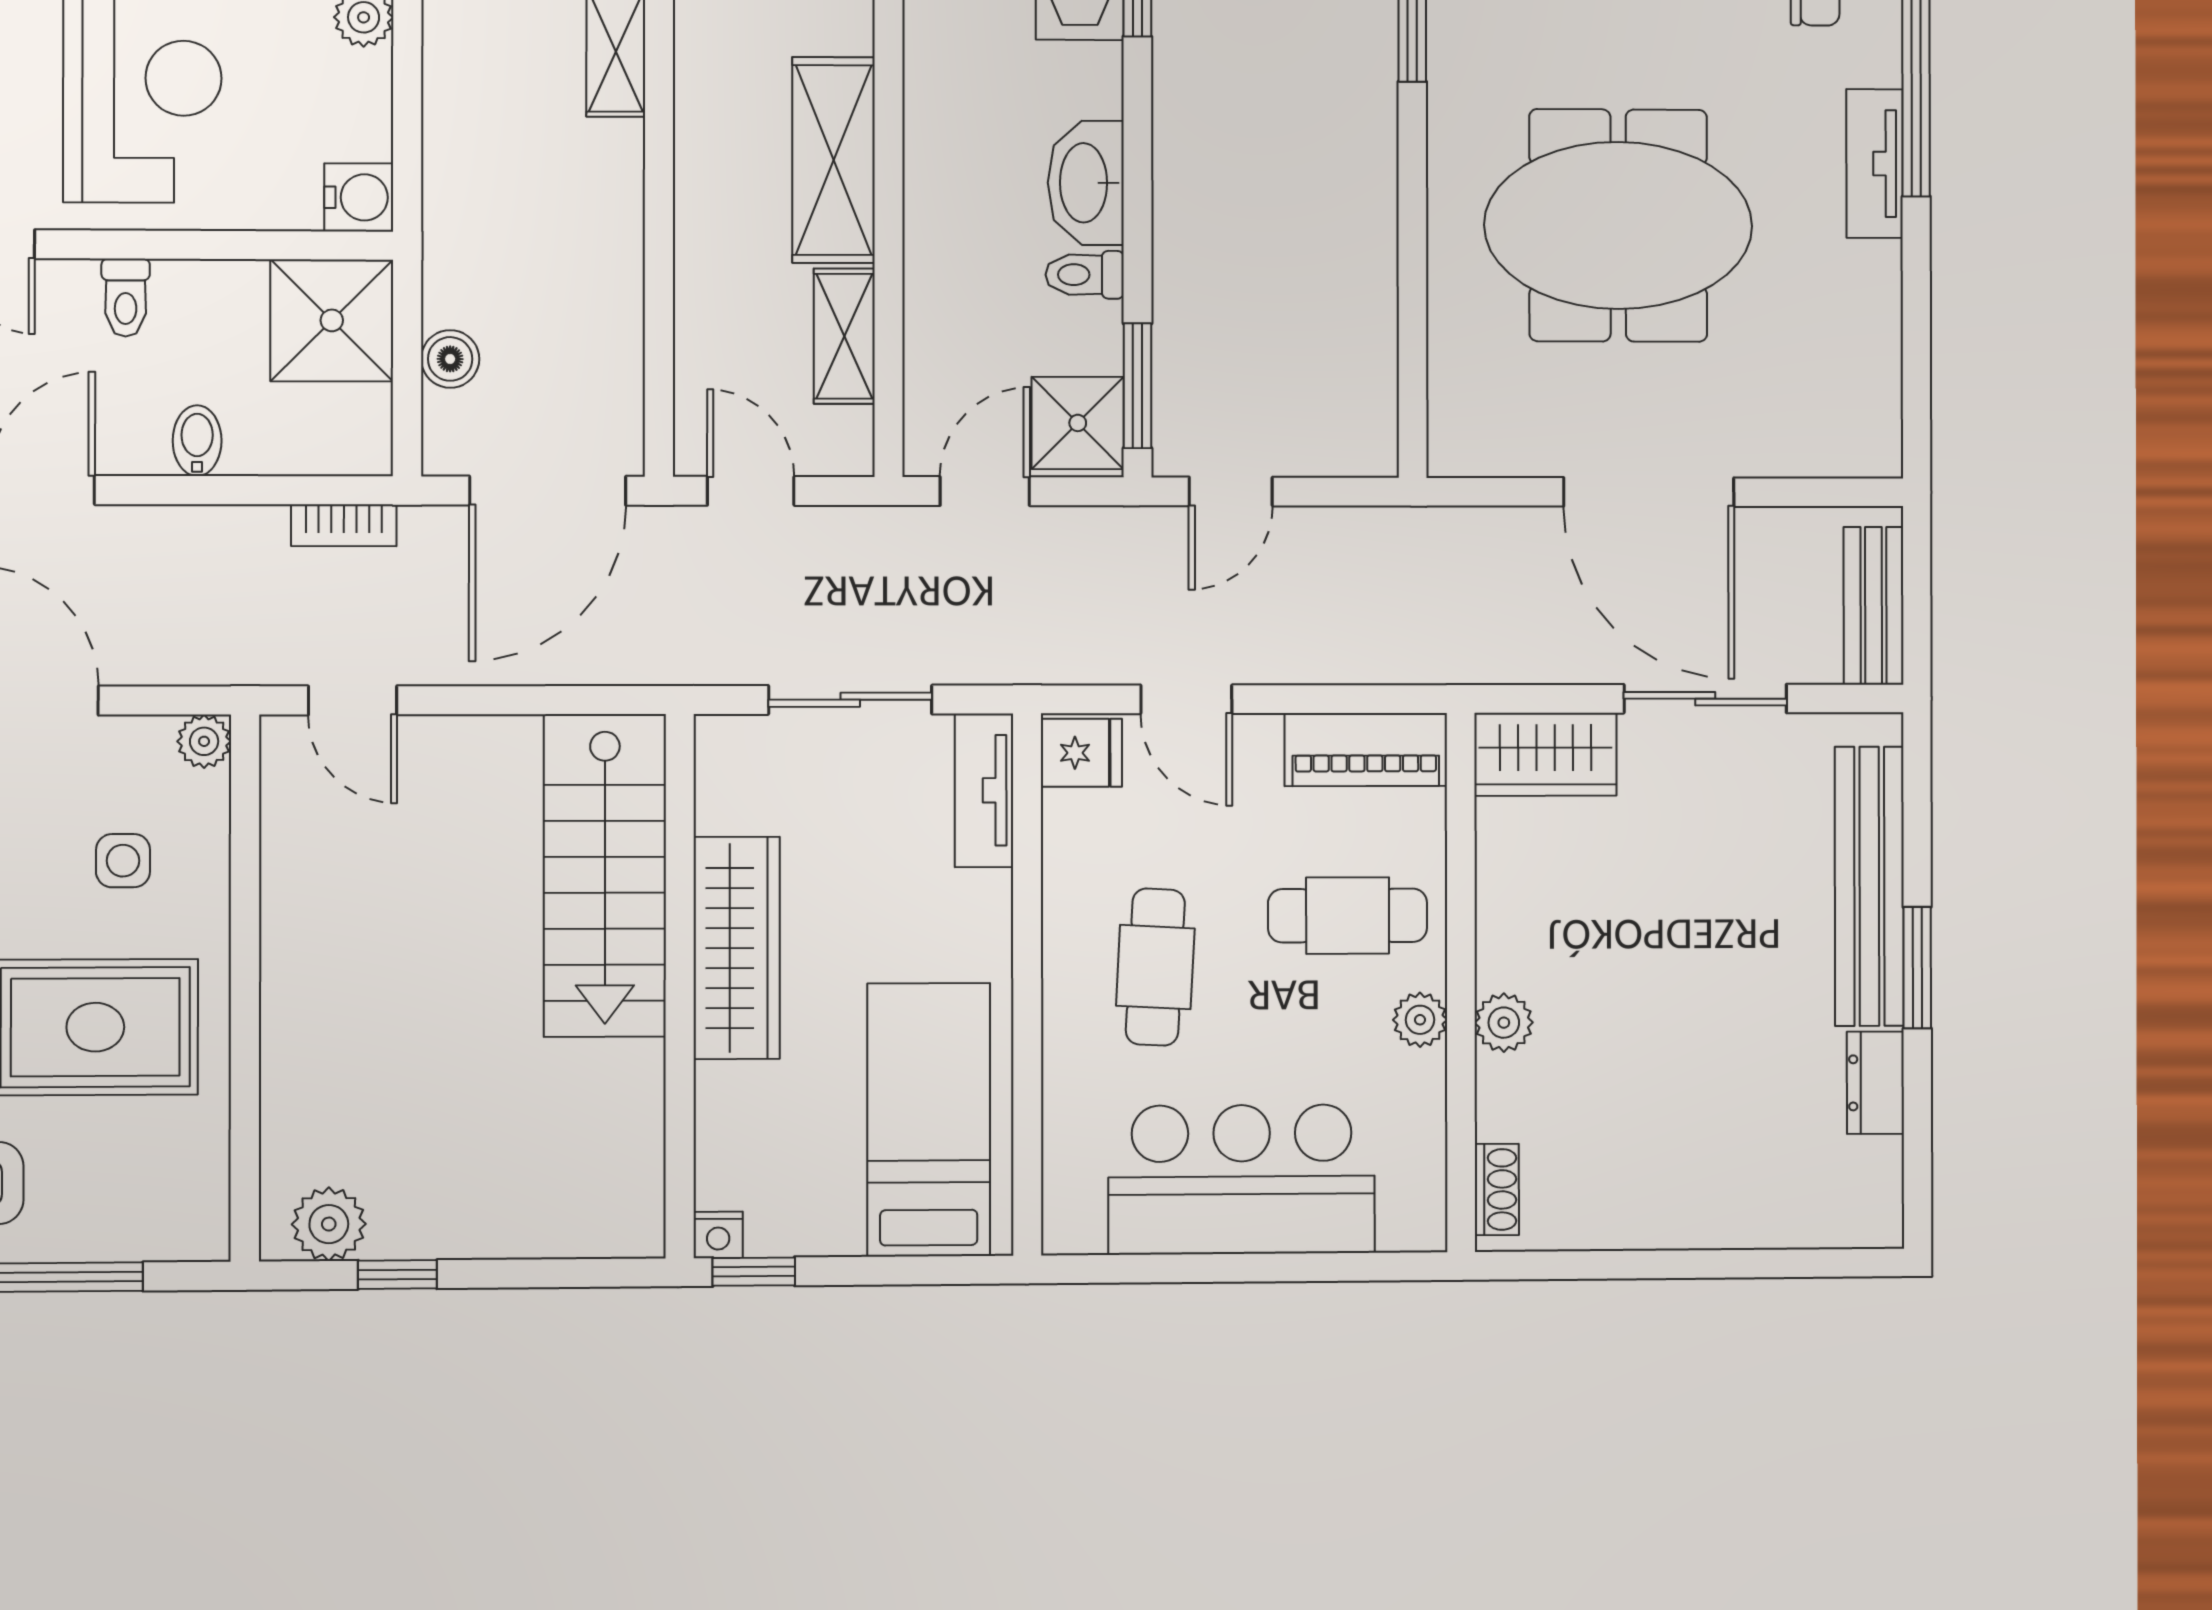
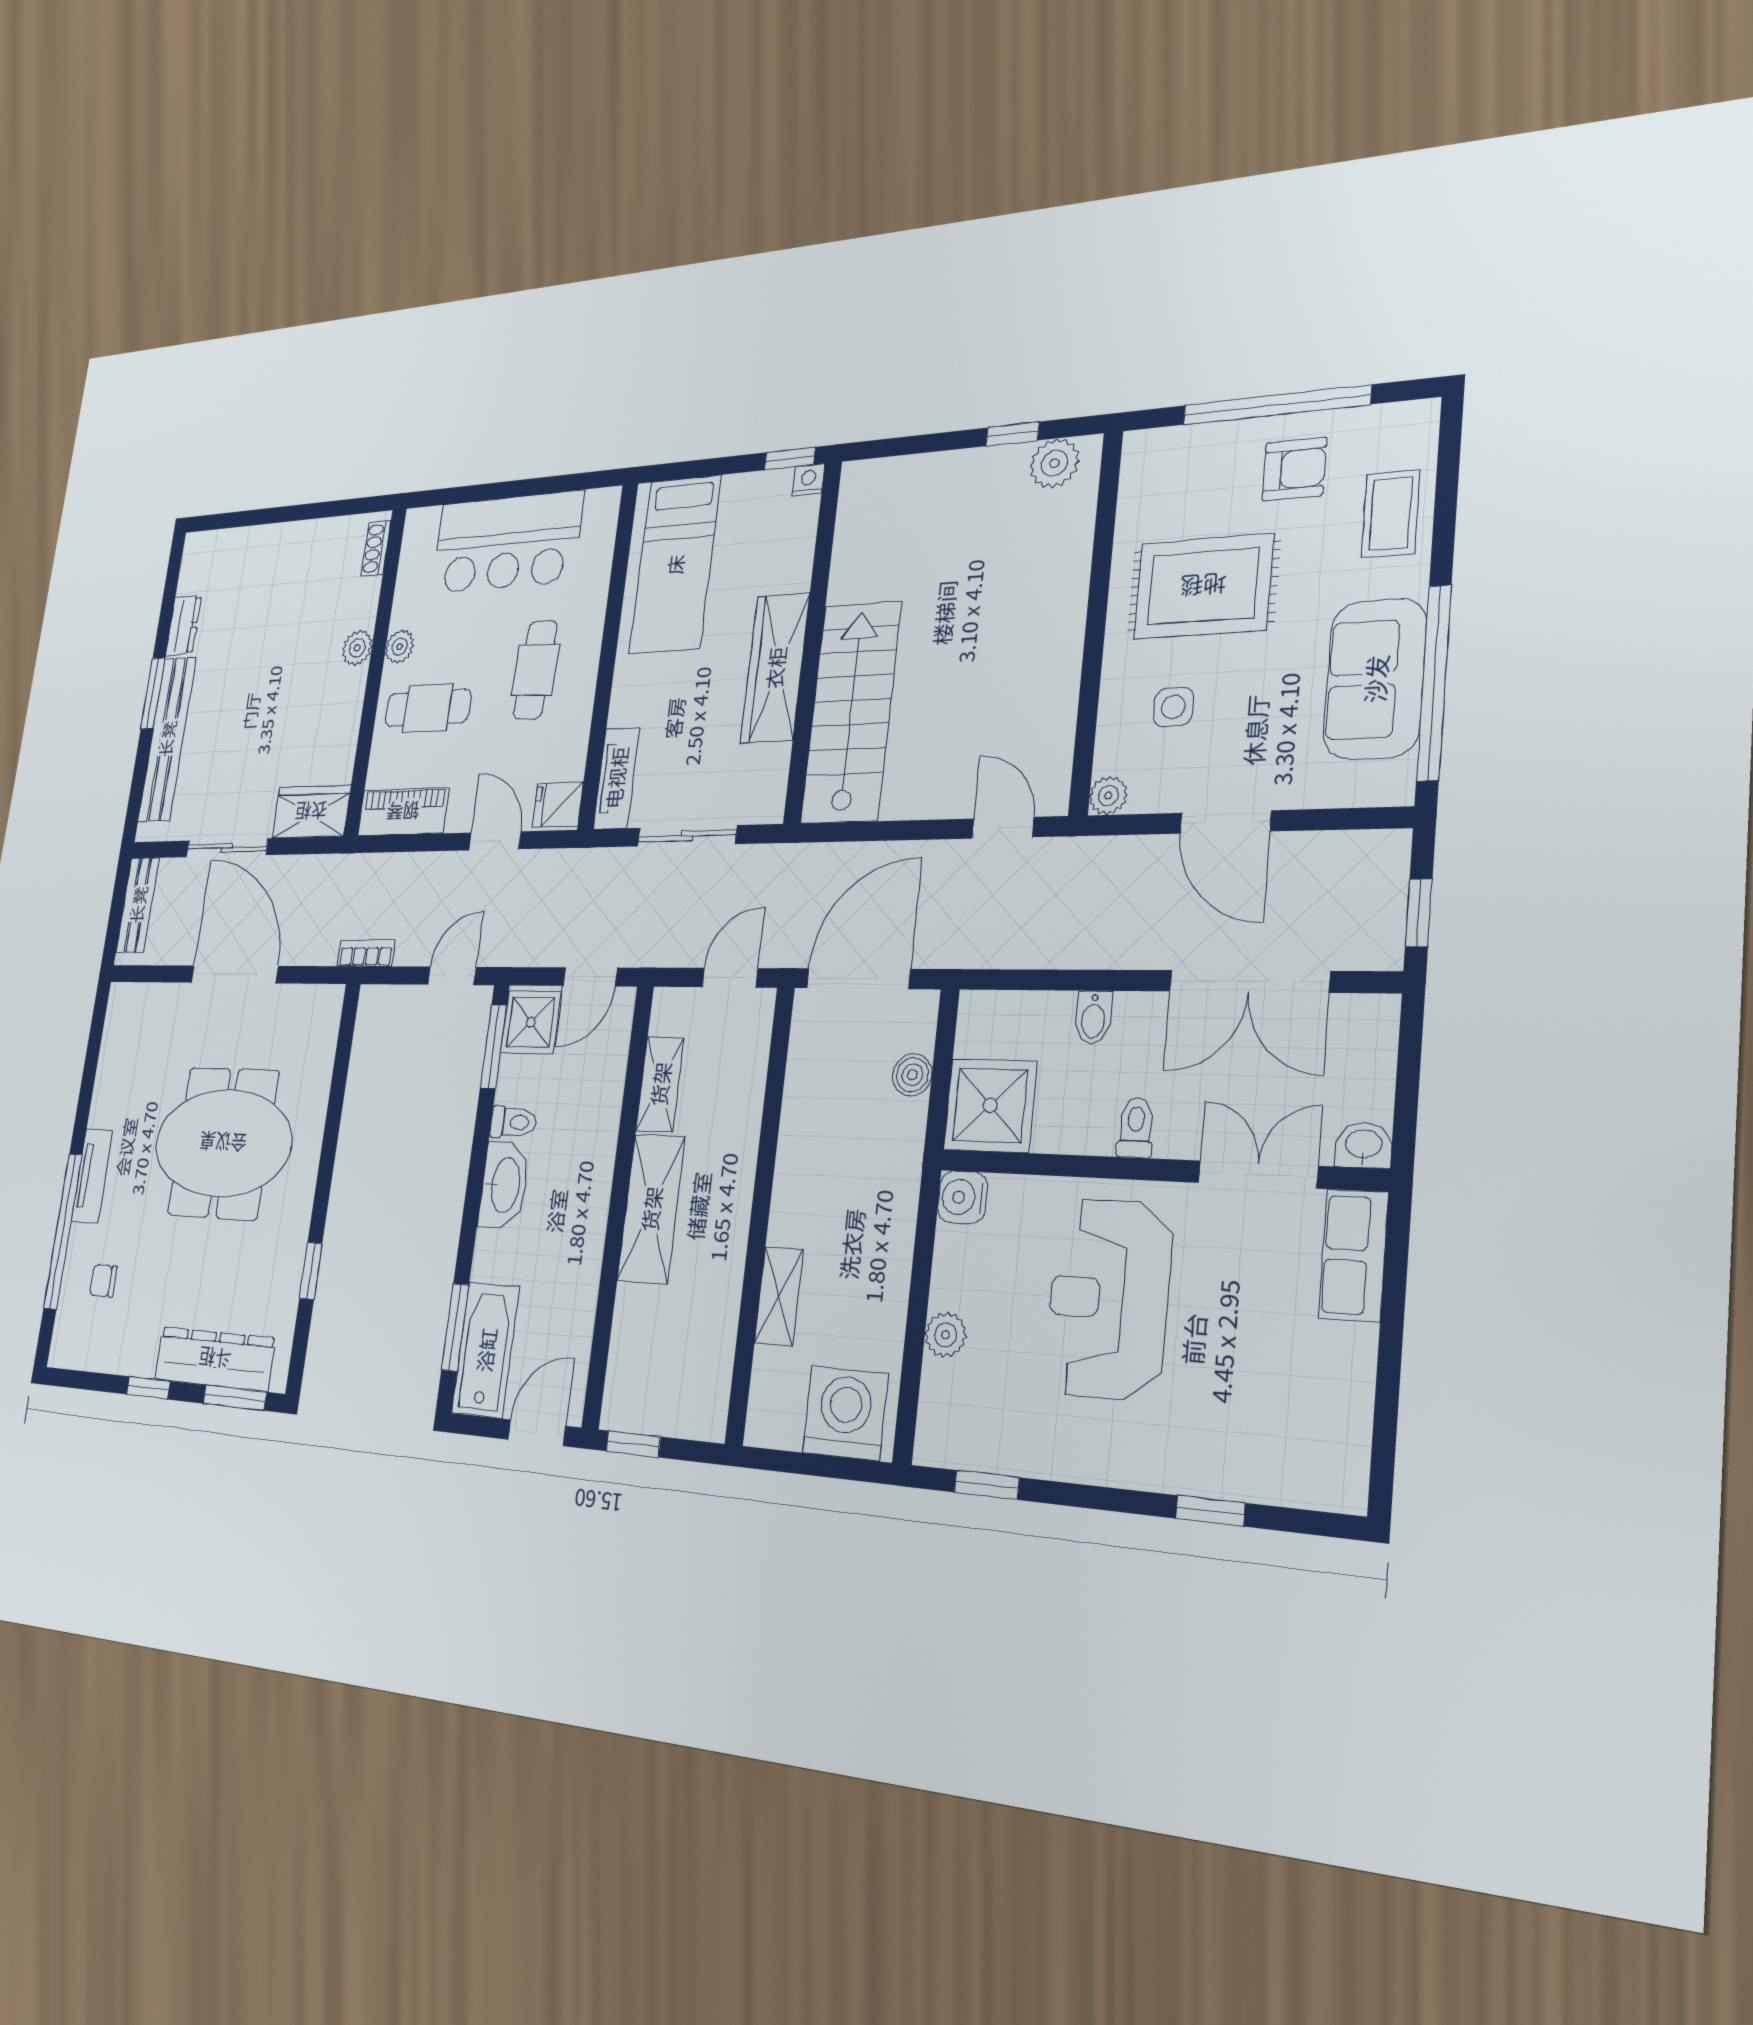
door: (751, 491) -> (730, 978), swing flipped
bookcase: (344, 525) -> (366, 953), moved

